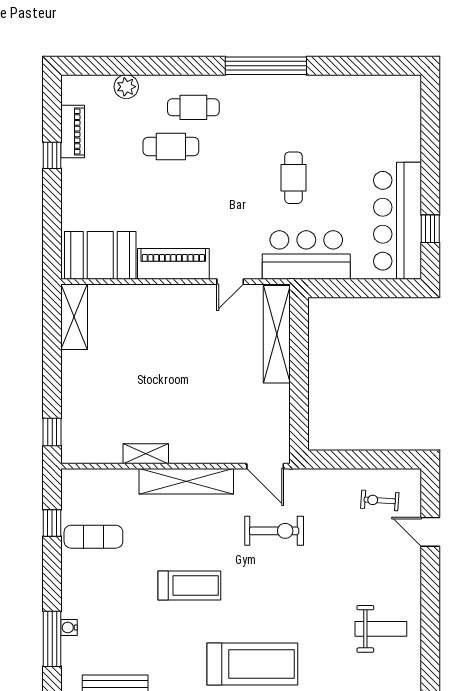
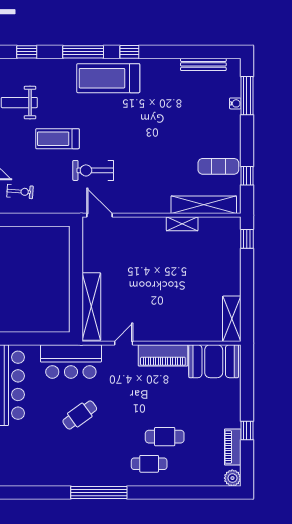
plant: (126, 87) -> (232, 478), moved
cafe table: (293, 178) -> (80, 415), turned 54
shelving: (186, 481) -> (204, 205), moved
treadmill: (189, 585) -> (57, 139), moved

